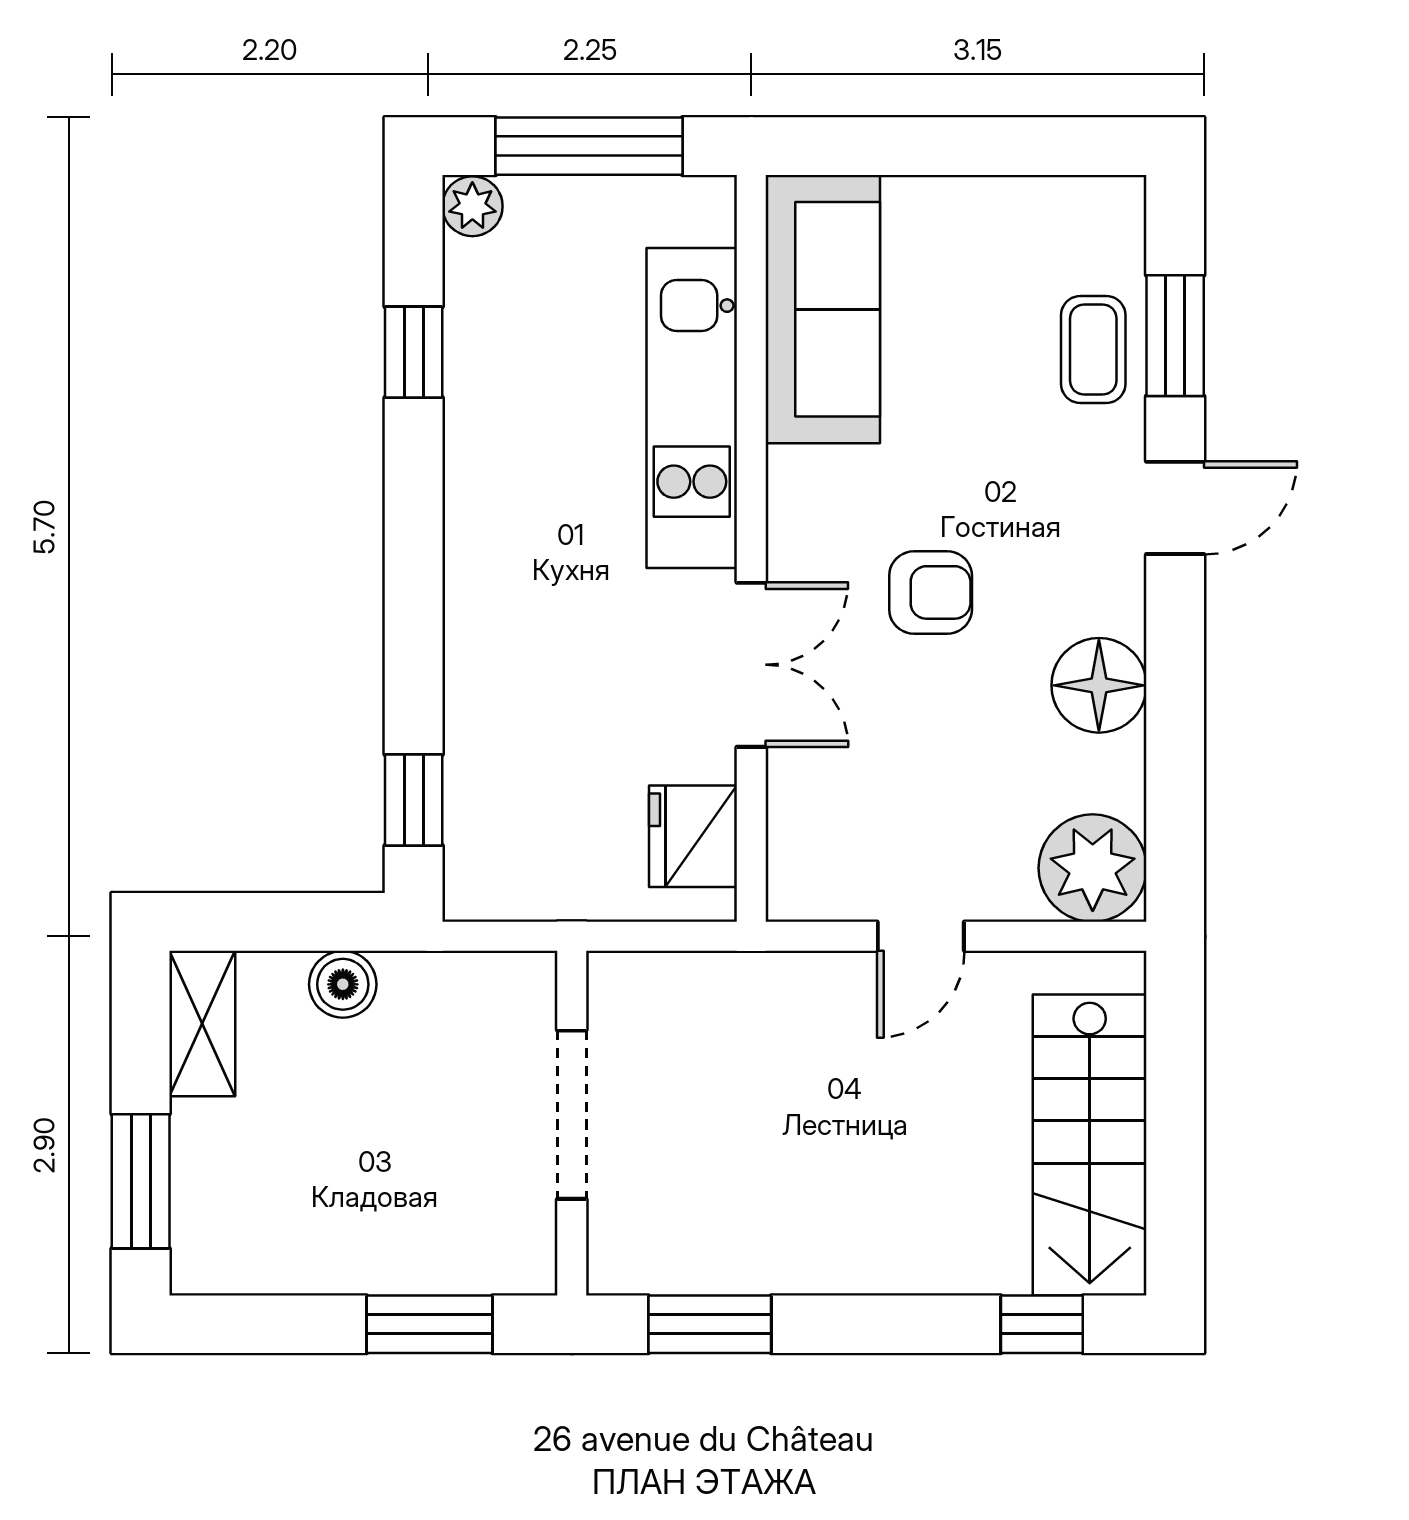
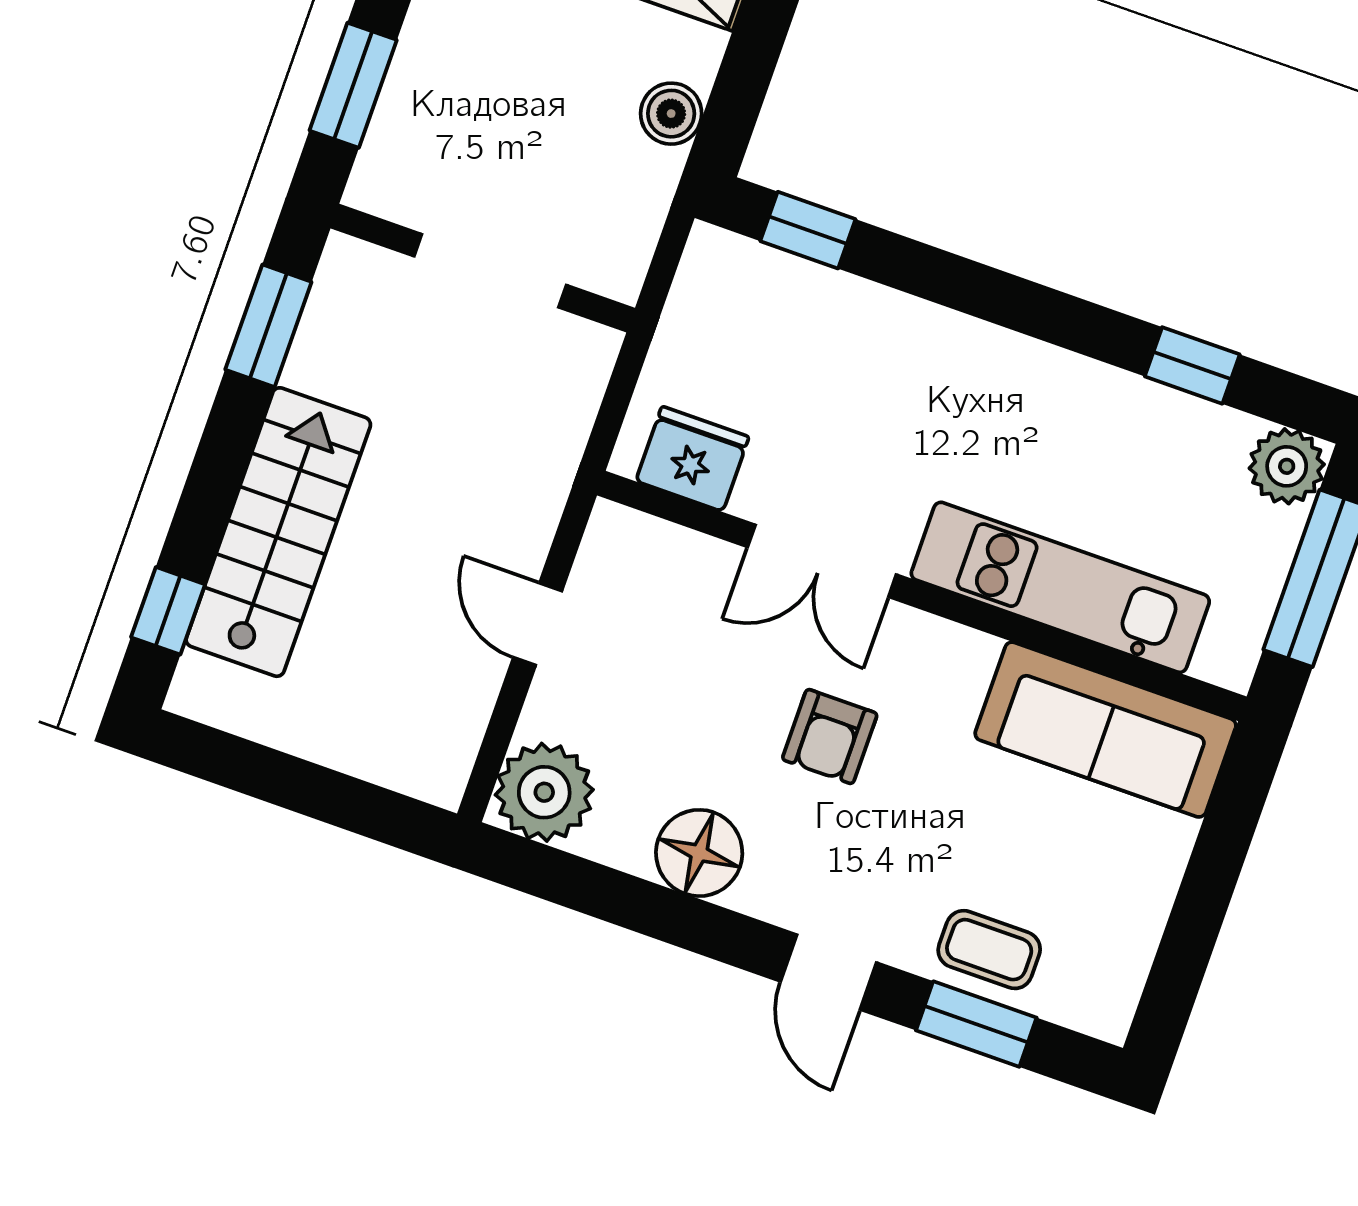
plant: (472, 206) -> (1287, 466), width x1.38, depth x1.38
stairs: (1090, 1145) -> (278, 532), moved, turned 90

